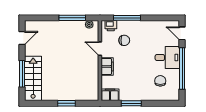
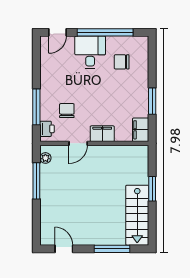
stairs: (33, 78) -> (137, 215), moved, turned -90

